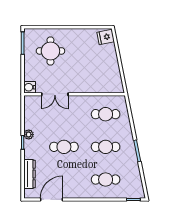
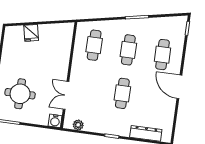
fridge: (106, 37) -> (31, 33), moved
double door: (55, 94) -> (66, 95), swing flipped
plant: (29, 135) -> (78, 125), moved
door: (52, 199) -> (179, 87), moved

